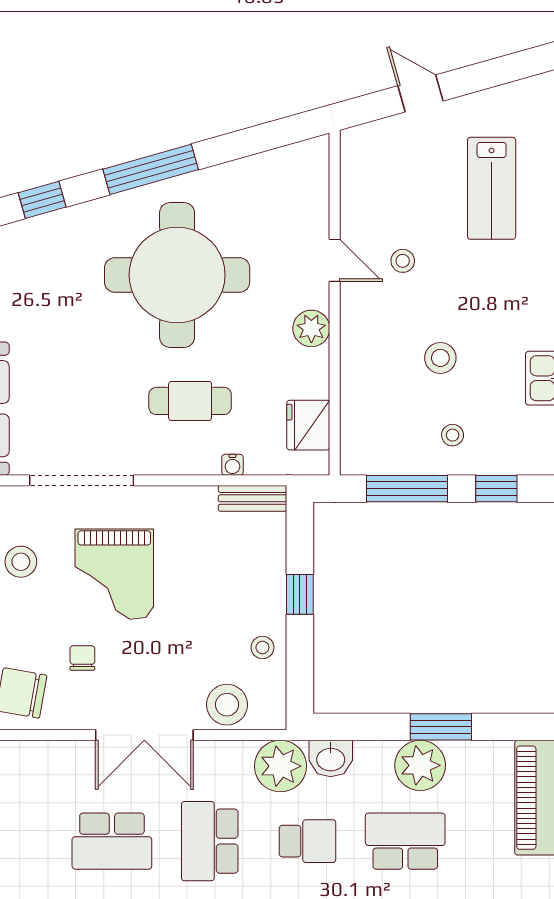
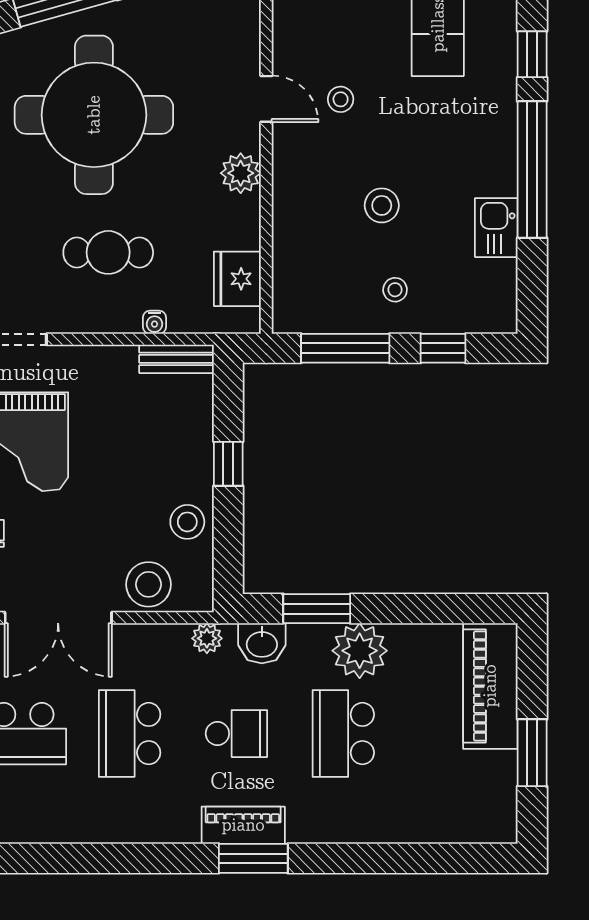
stool: (262, 647) -> (187, 522), width x1.37, depth x1.37
window: (441, 727) -> (317, 609), moved
plant: (280, 766) -> (207, 638), width x0.53, depth x0.53
school desk: (405, 841) -> (343, 734), turned -90

